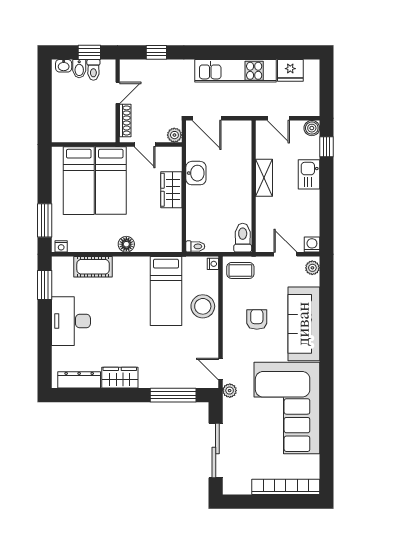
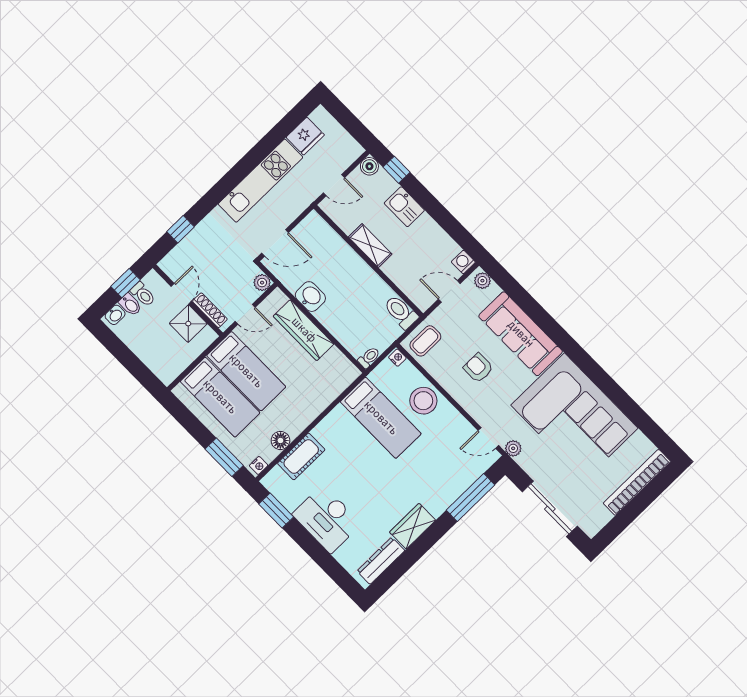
shower: (104, 116) -> (188, 324), added
wardrobe: (171, 190) -> (304, 330), width x1.50
floor lamp: (126, 244) -> (280, 440), moved

